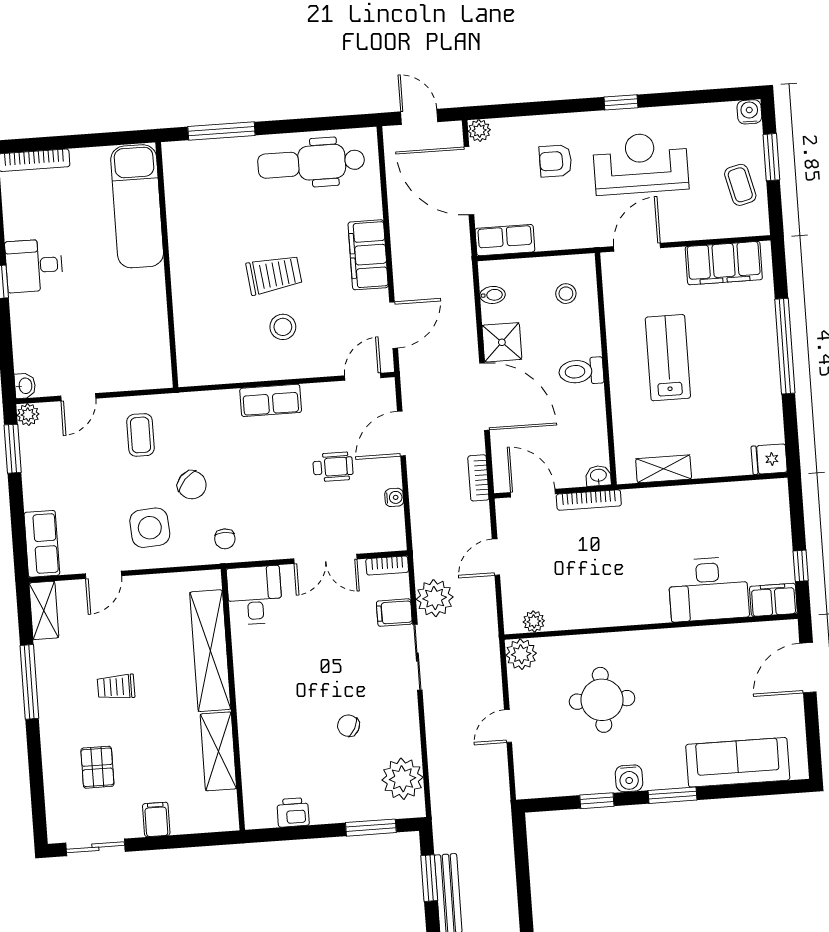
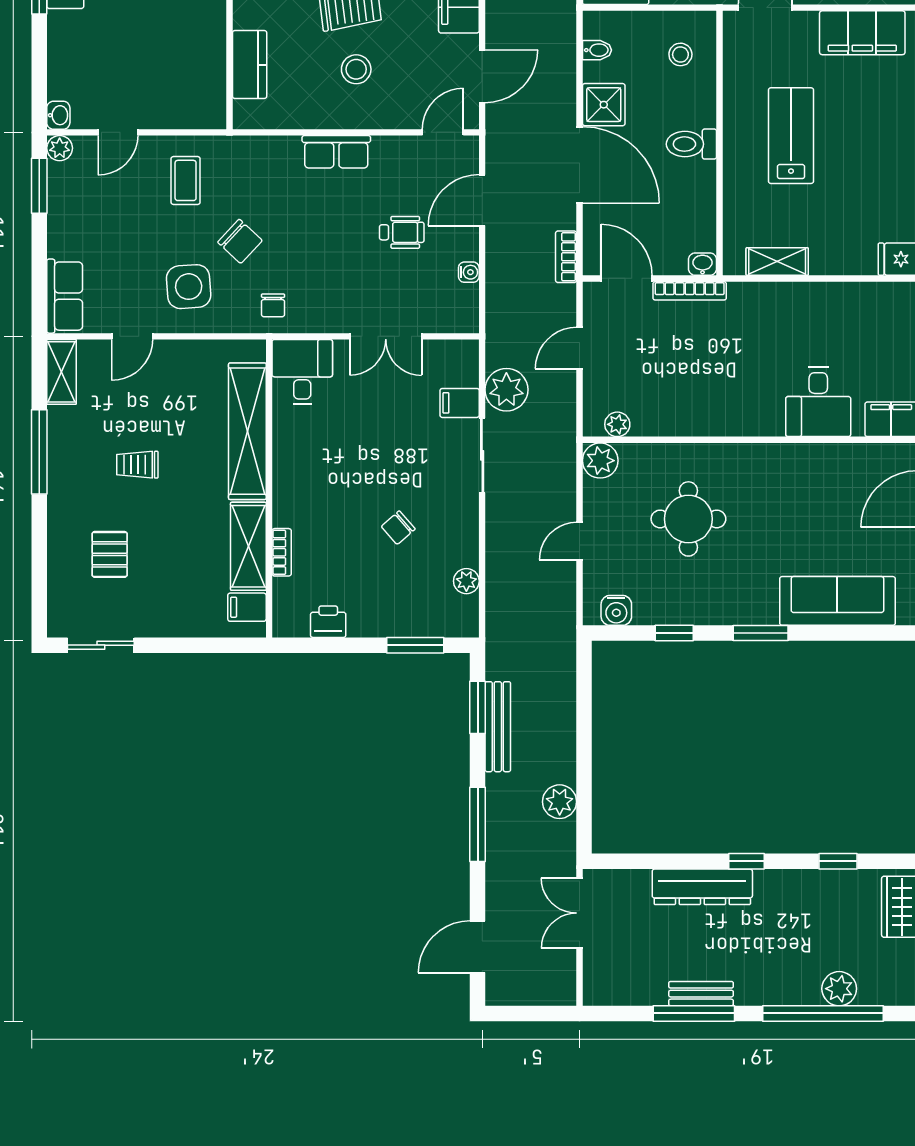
kitchen counter: (189, 329) -> (250, 65), added
bookcase: (387, 566) -> (282, 552), moved, turned -90
desk: (708, 589) -> (818, 402), width x0.73
chair: (348, 726) -> (398, 528), turned -68
water cooler: (629, 778) -> (616, 610), moved
plant: (402, 779) -> (466, 581), width x0.53, depth x0.53
filing cabinet: (156, 819) -> (247, 607), moved, turned -90

